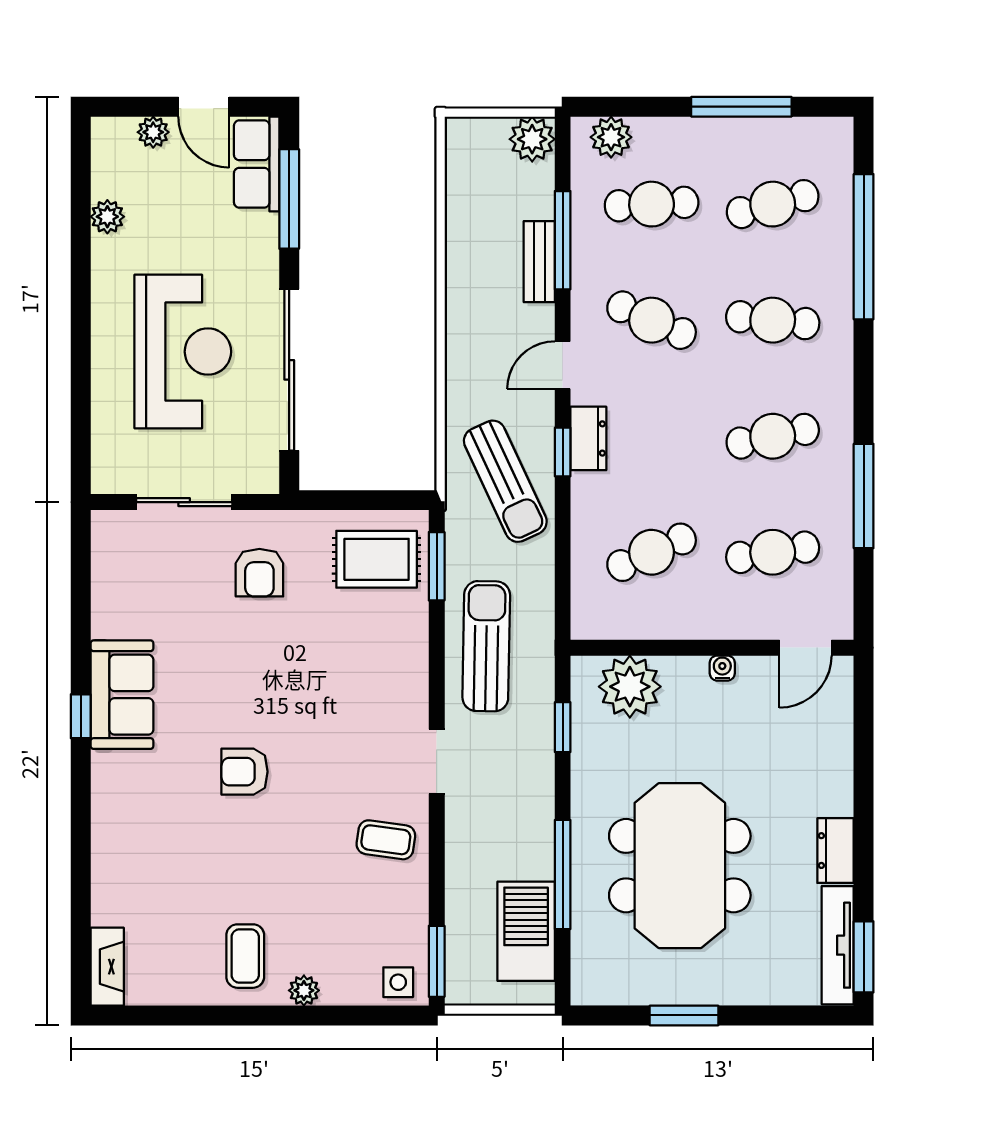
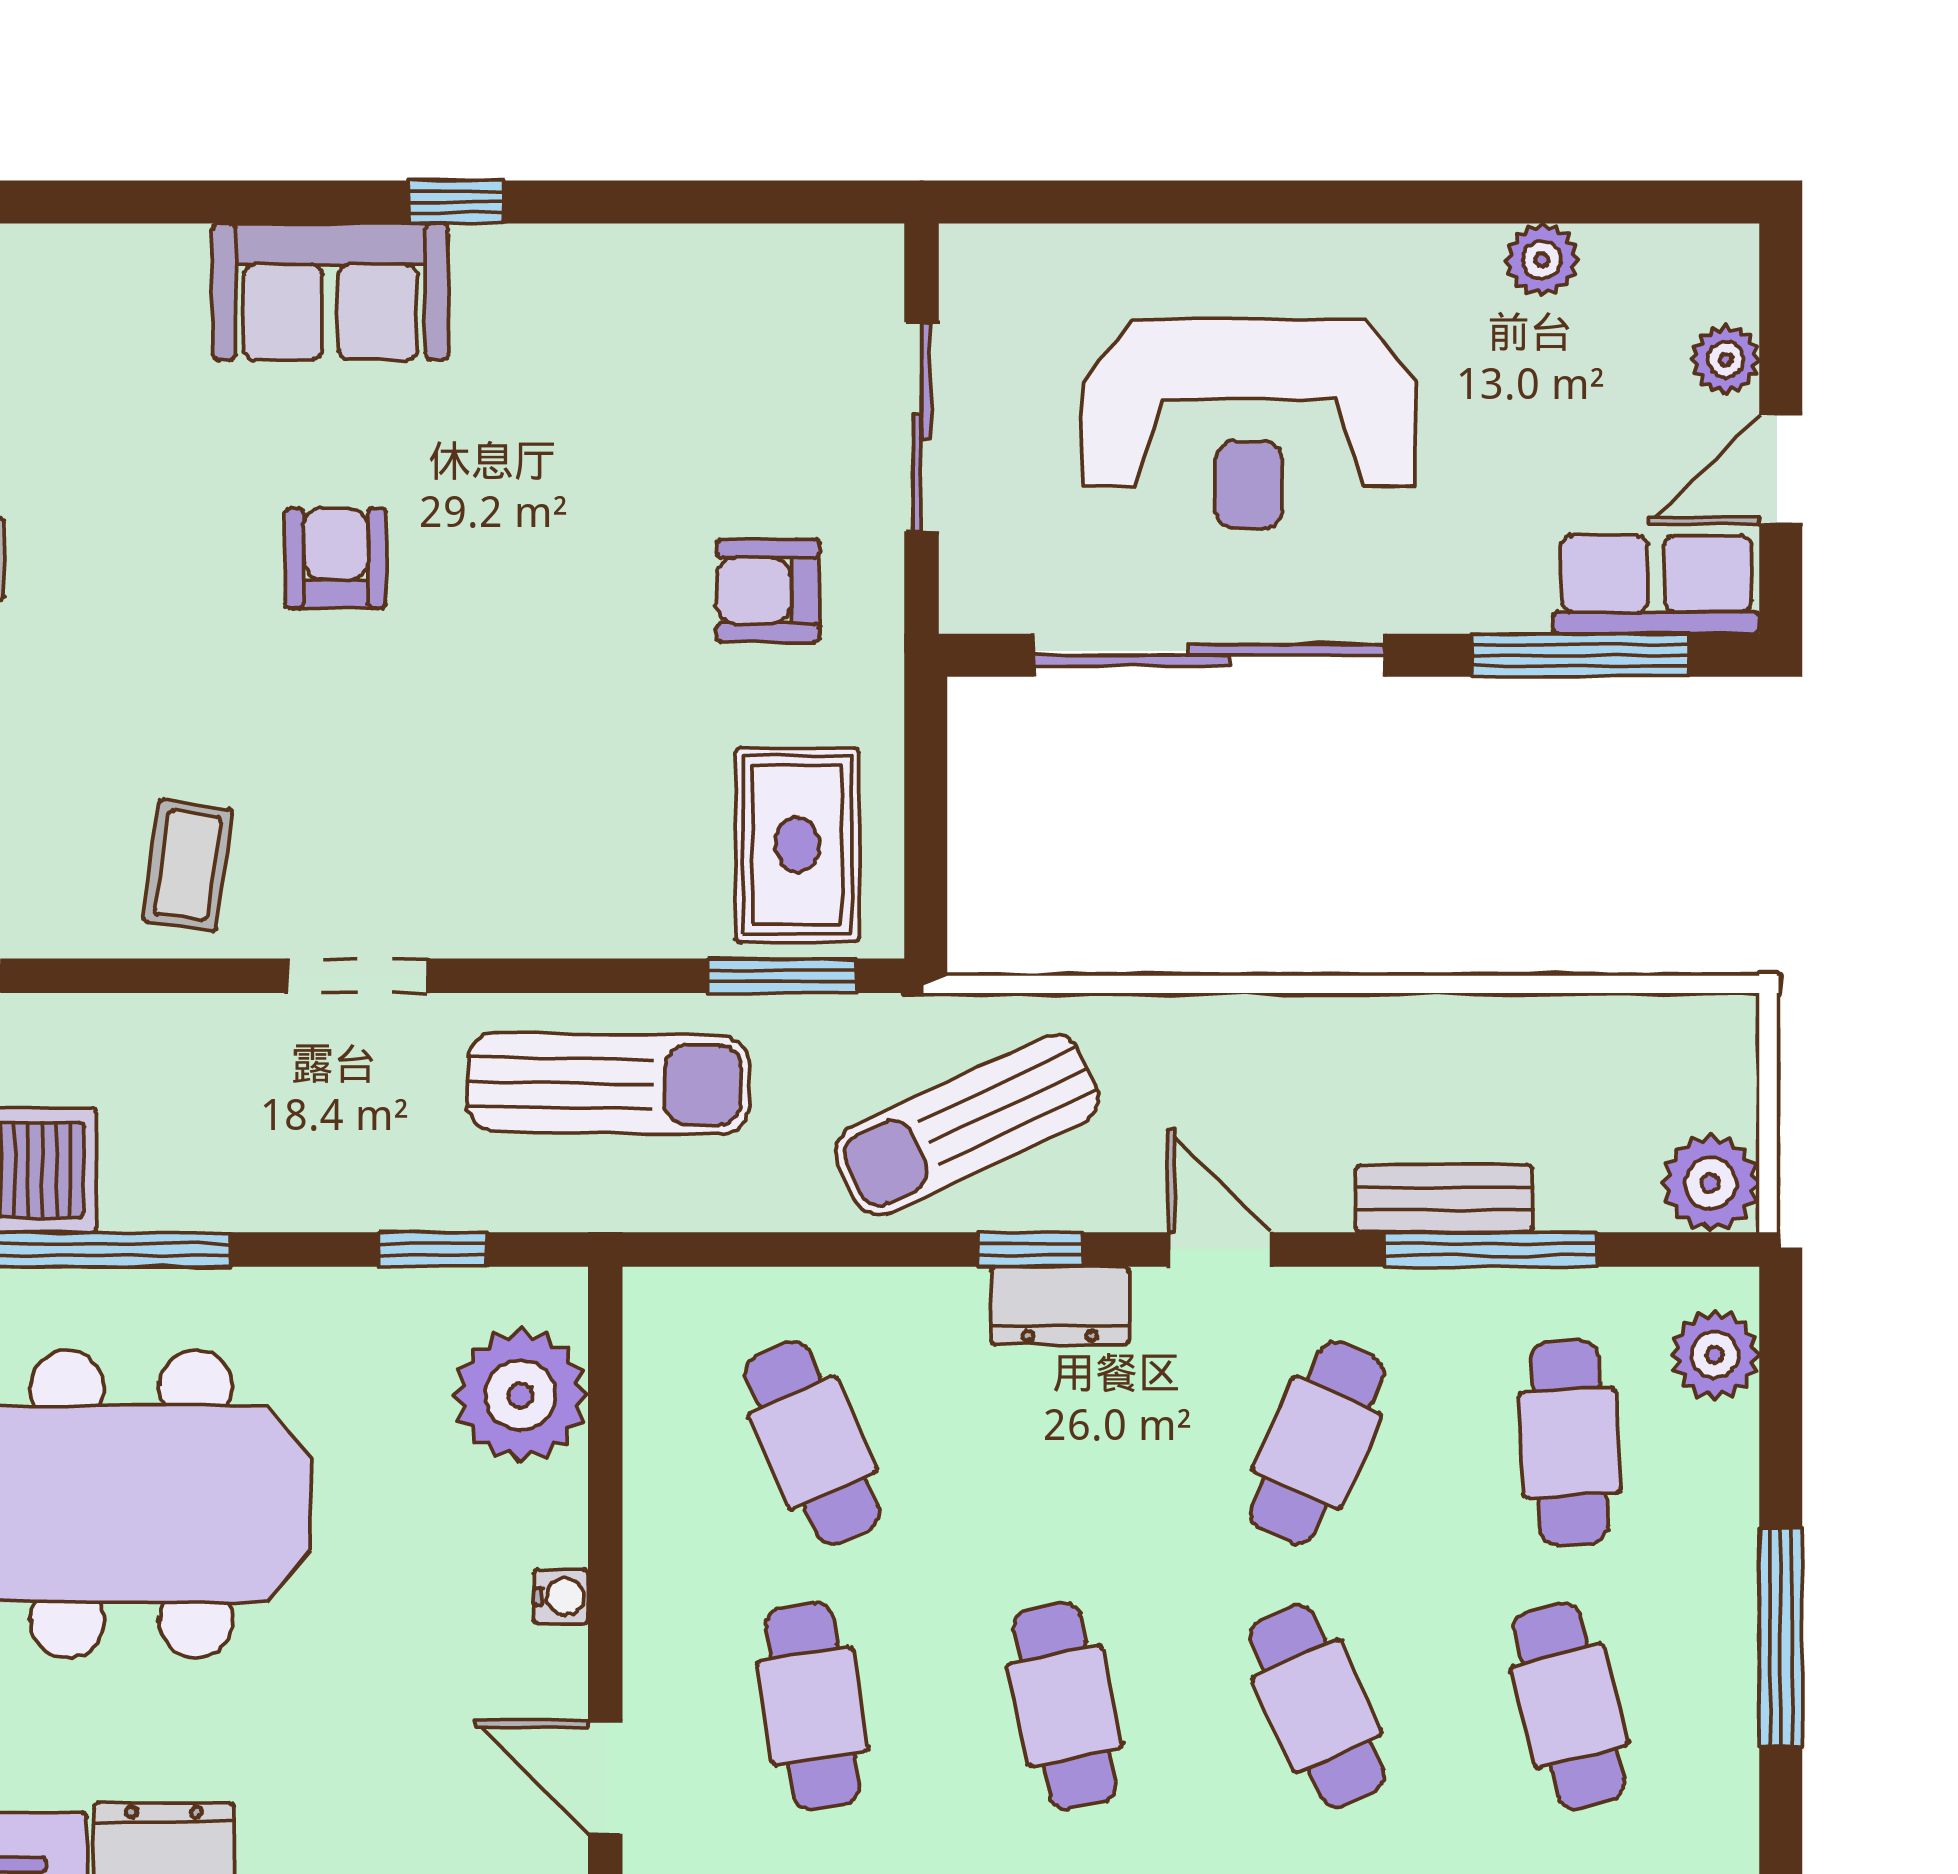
cafe table: (773, 320) -> (1317, 1706), turned -30
sofa: (122, 695) -> (330, 292), moved

